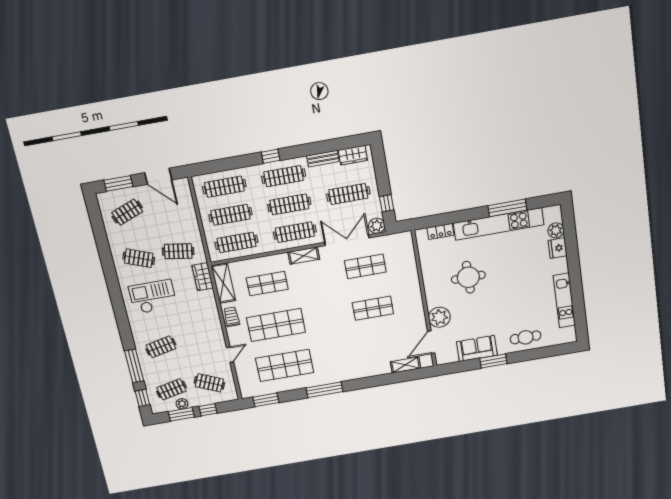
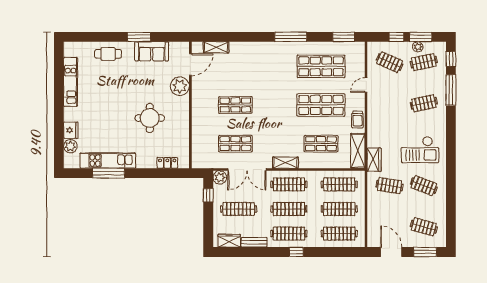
clothes rail: (127, 212) -> (424, 227), turned 36
kitchen unit: (499, 224) -> (108, 161), width x0.73

